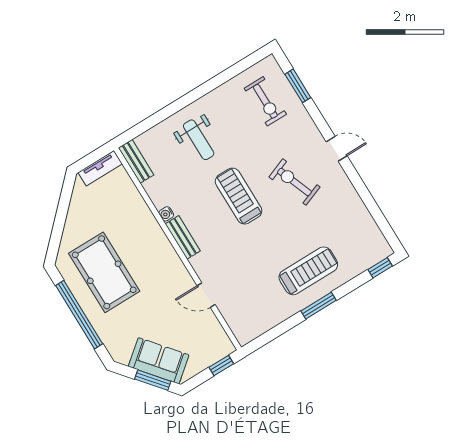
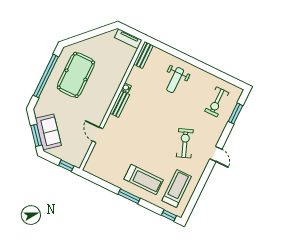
treadmill: (239, 196) -> (177, 188), moved

